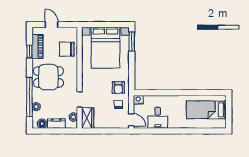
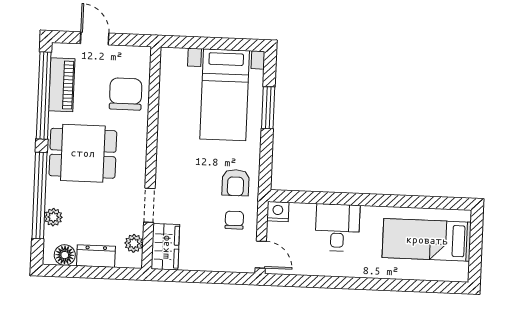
window: (132, 42) -> (268, 108), moved
bed with nightstands: (105, 48) -> (225, 95), width x0.73
chair: (67, 49) -> (126, 94), turned 90
window: (29, 52) -> (44, 95), width x3.17
desk: (158, 118) -> (337, 228), moved, turned 180

